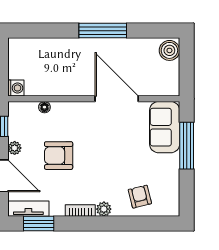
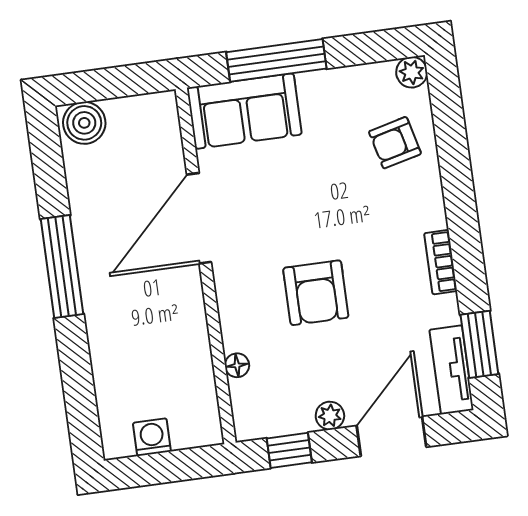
washing machine: (16, 88) -> (152, 437), moved
armchair: (59, 156) -> (316, 293), moved
plant: (104, 209) -> (412, 72), moved

